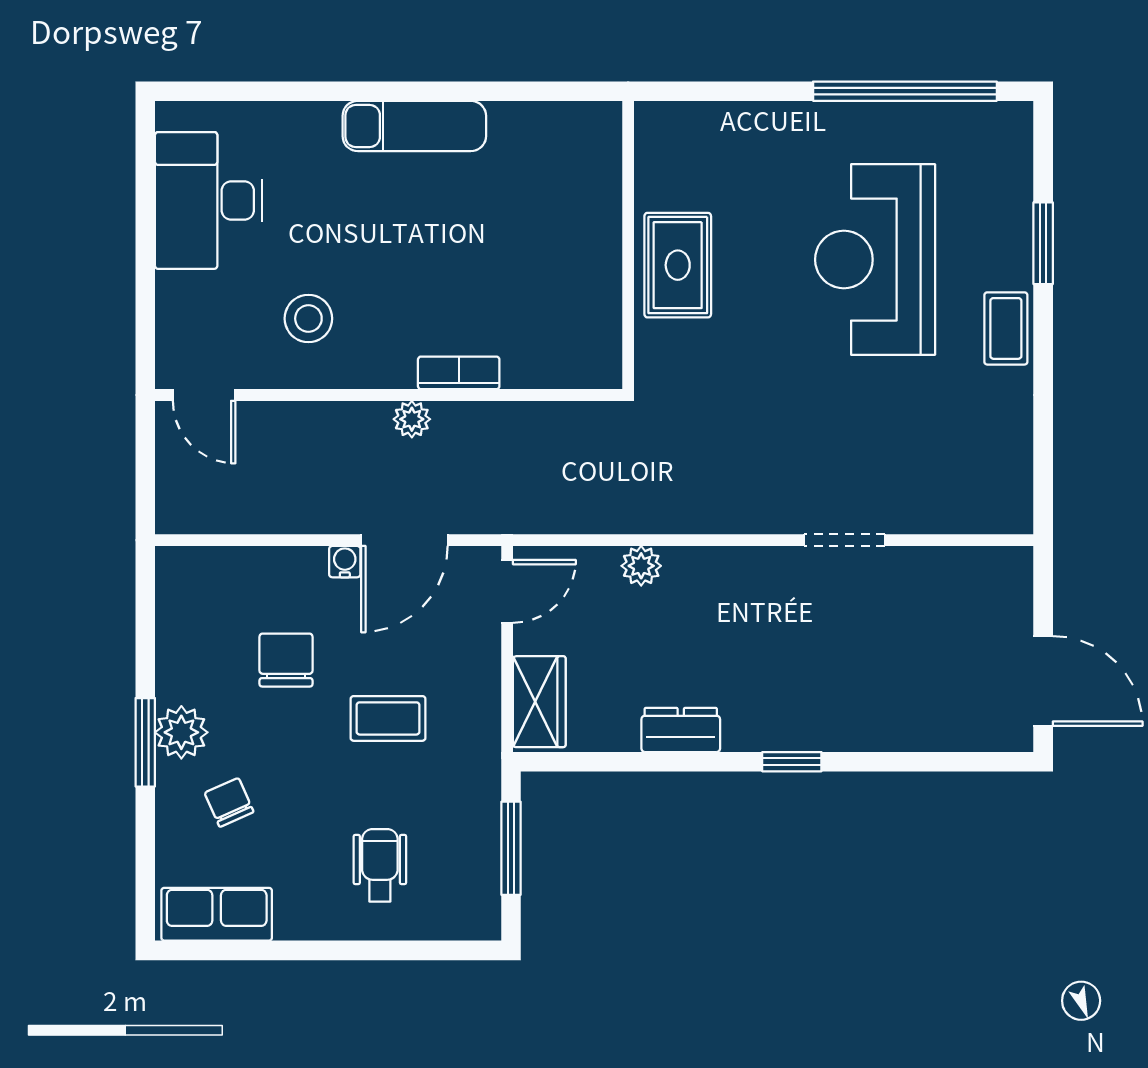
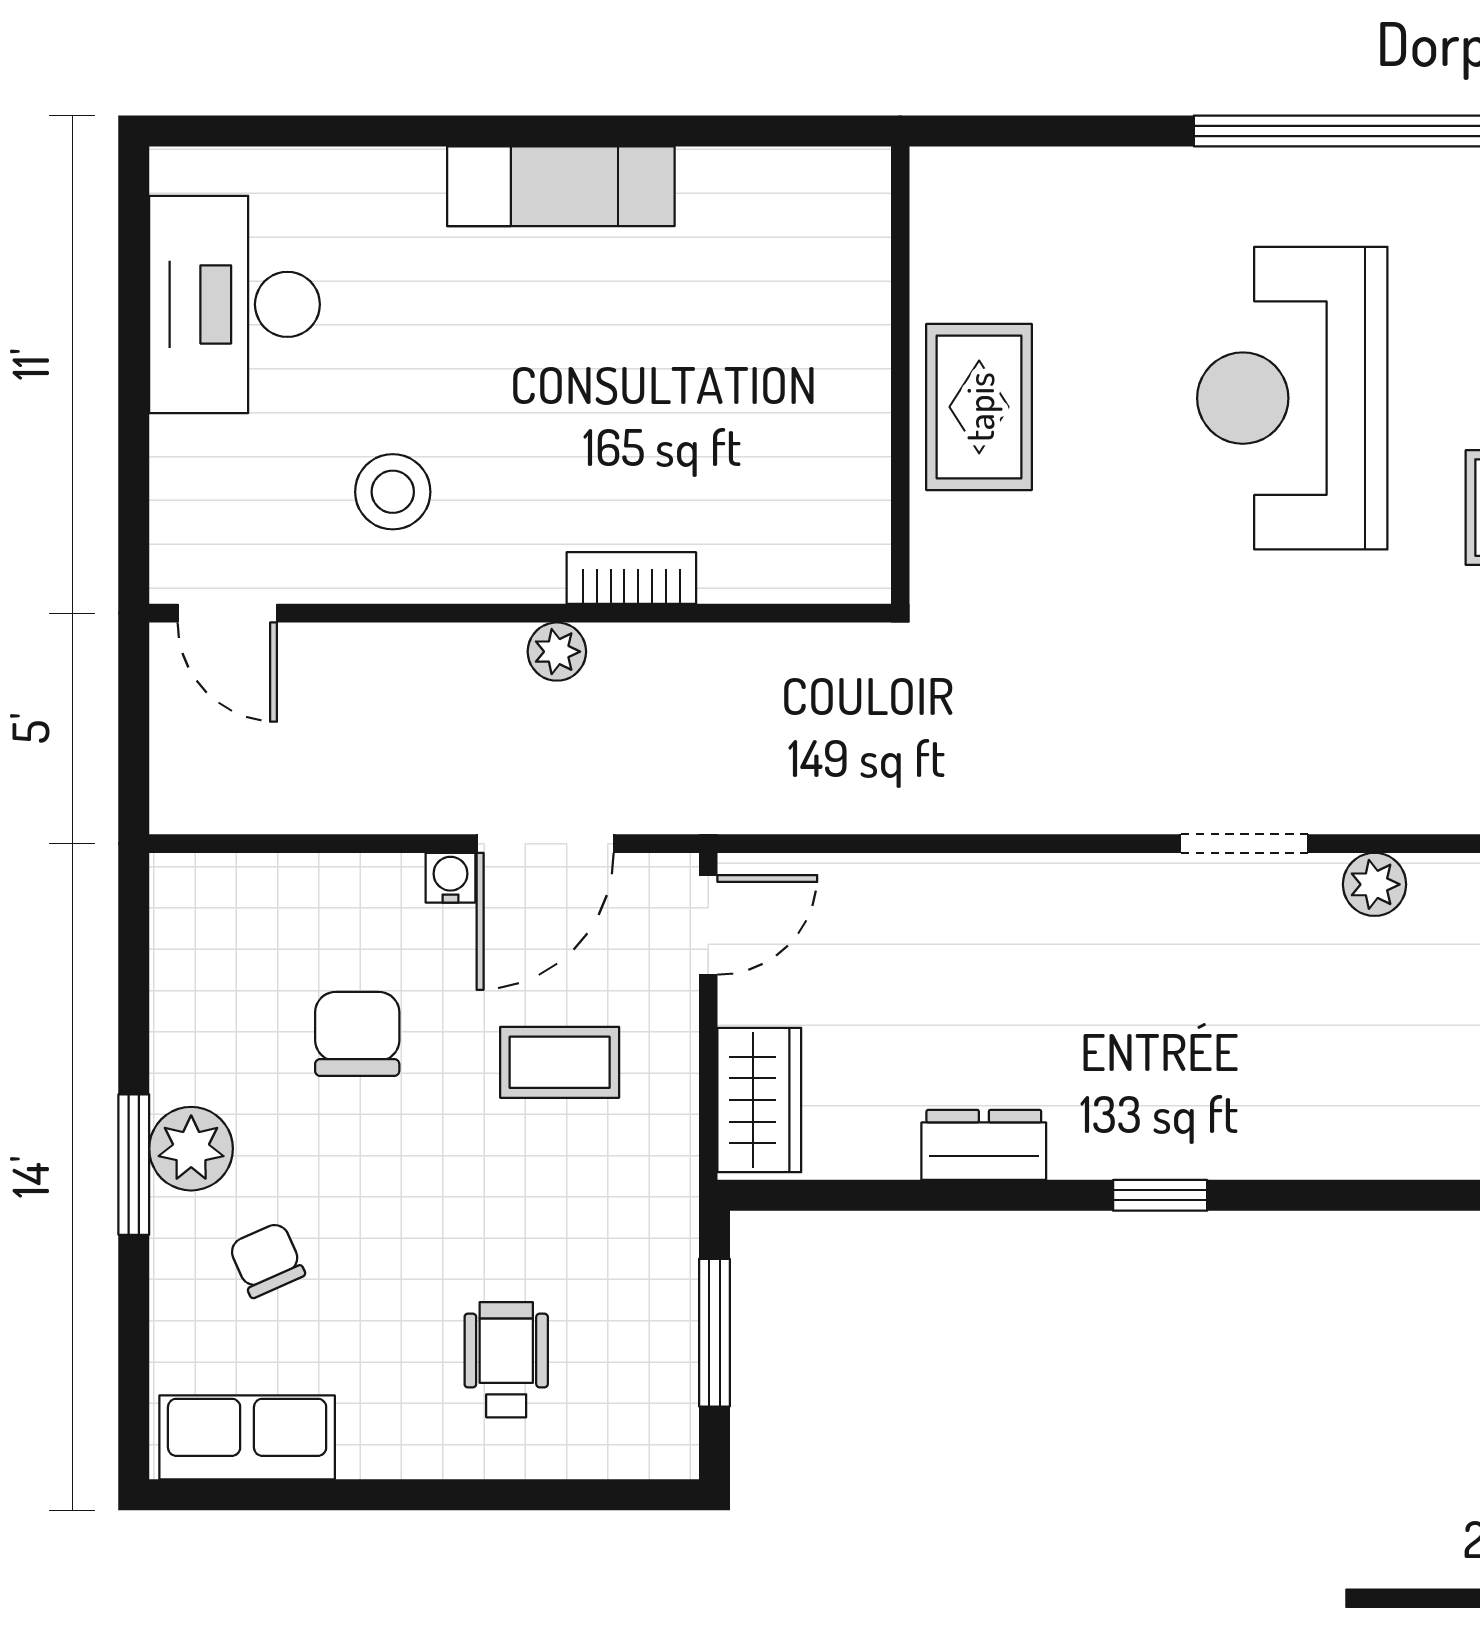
plant: (641, 566) -> (1375, 884), moved
coffee table: (388, 718) -> (560, 1062), moved

